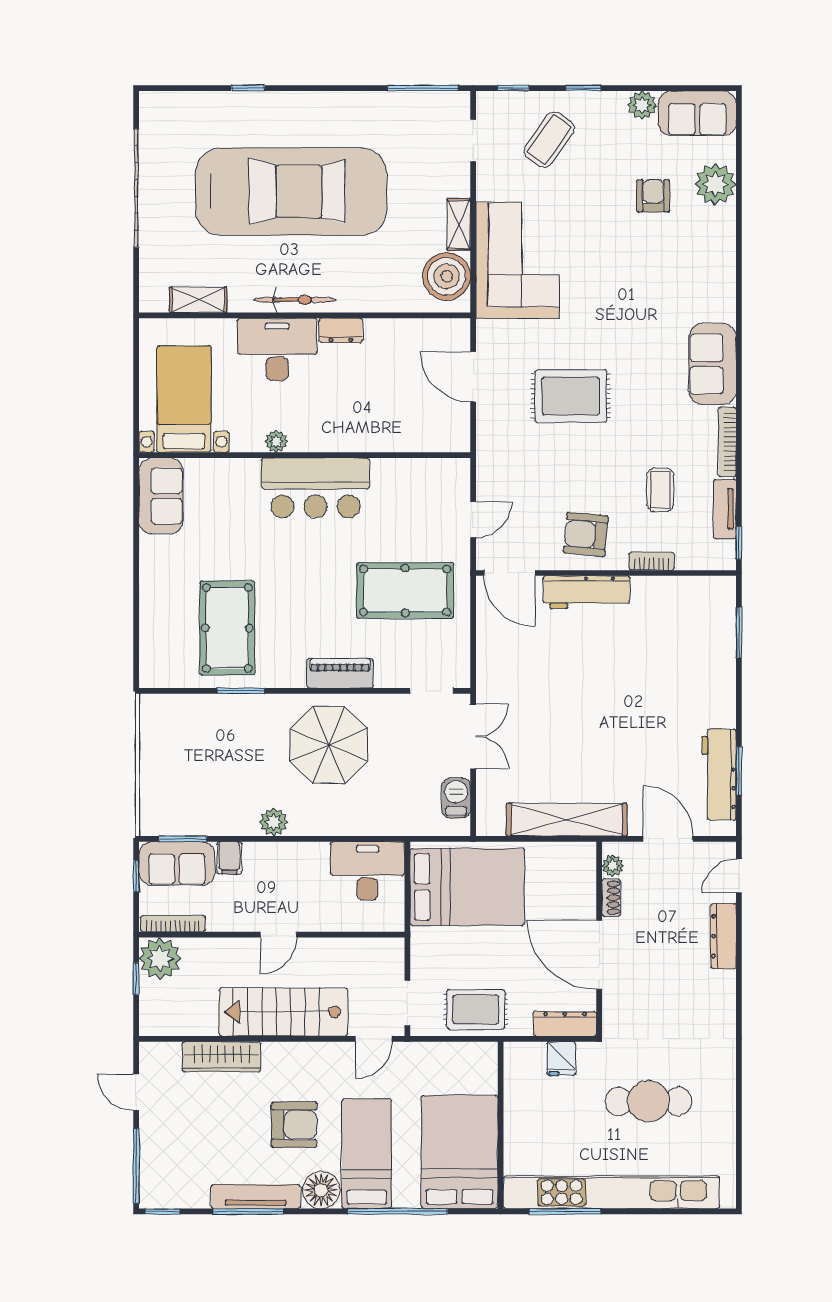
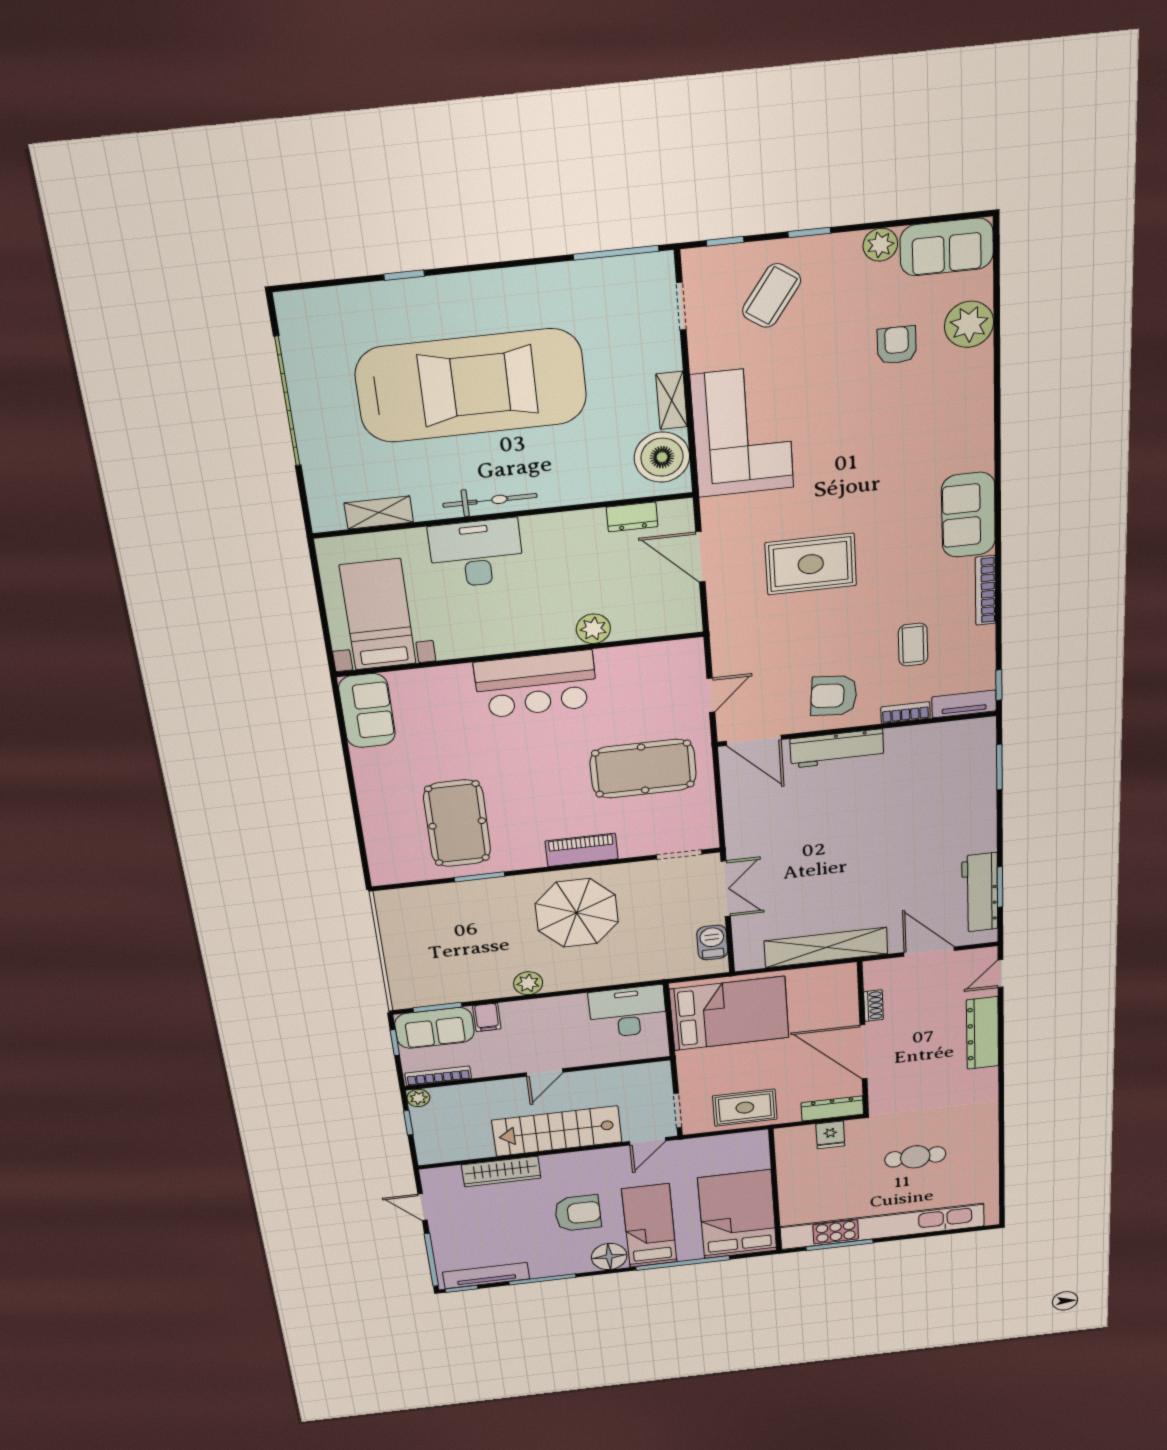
dresser: (341, 330) -> (632, 517), moved
plant: (276, 441) -> (593, 629), moved, width x1.38, depth x1.38
tv unit: (725, 509) -> (964, 704), moved, turned 90
plant: (613, 866) -> (874, 980), removed
dresser: (723, 936) -> (983, 1033), width x1.37, depth x1.24
plant: (160, 959) -> (418, 1098), width x0.53, depth x0.53
cafe table: (648, 1101) -> (915, 1157), width x0.73, depth x0.74
tv unit: (256, 1197) -> (486, 1275), moved

